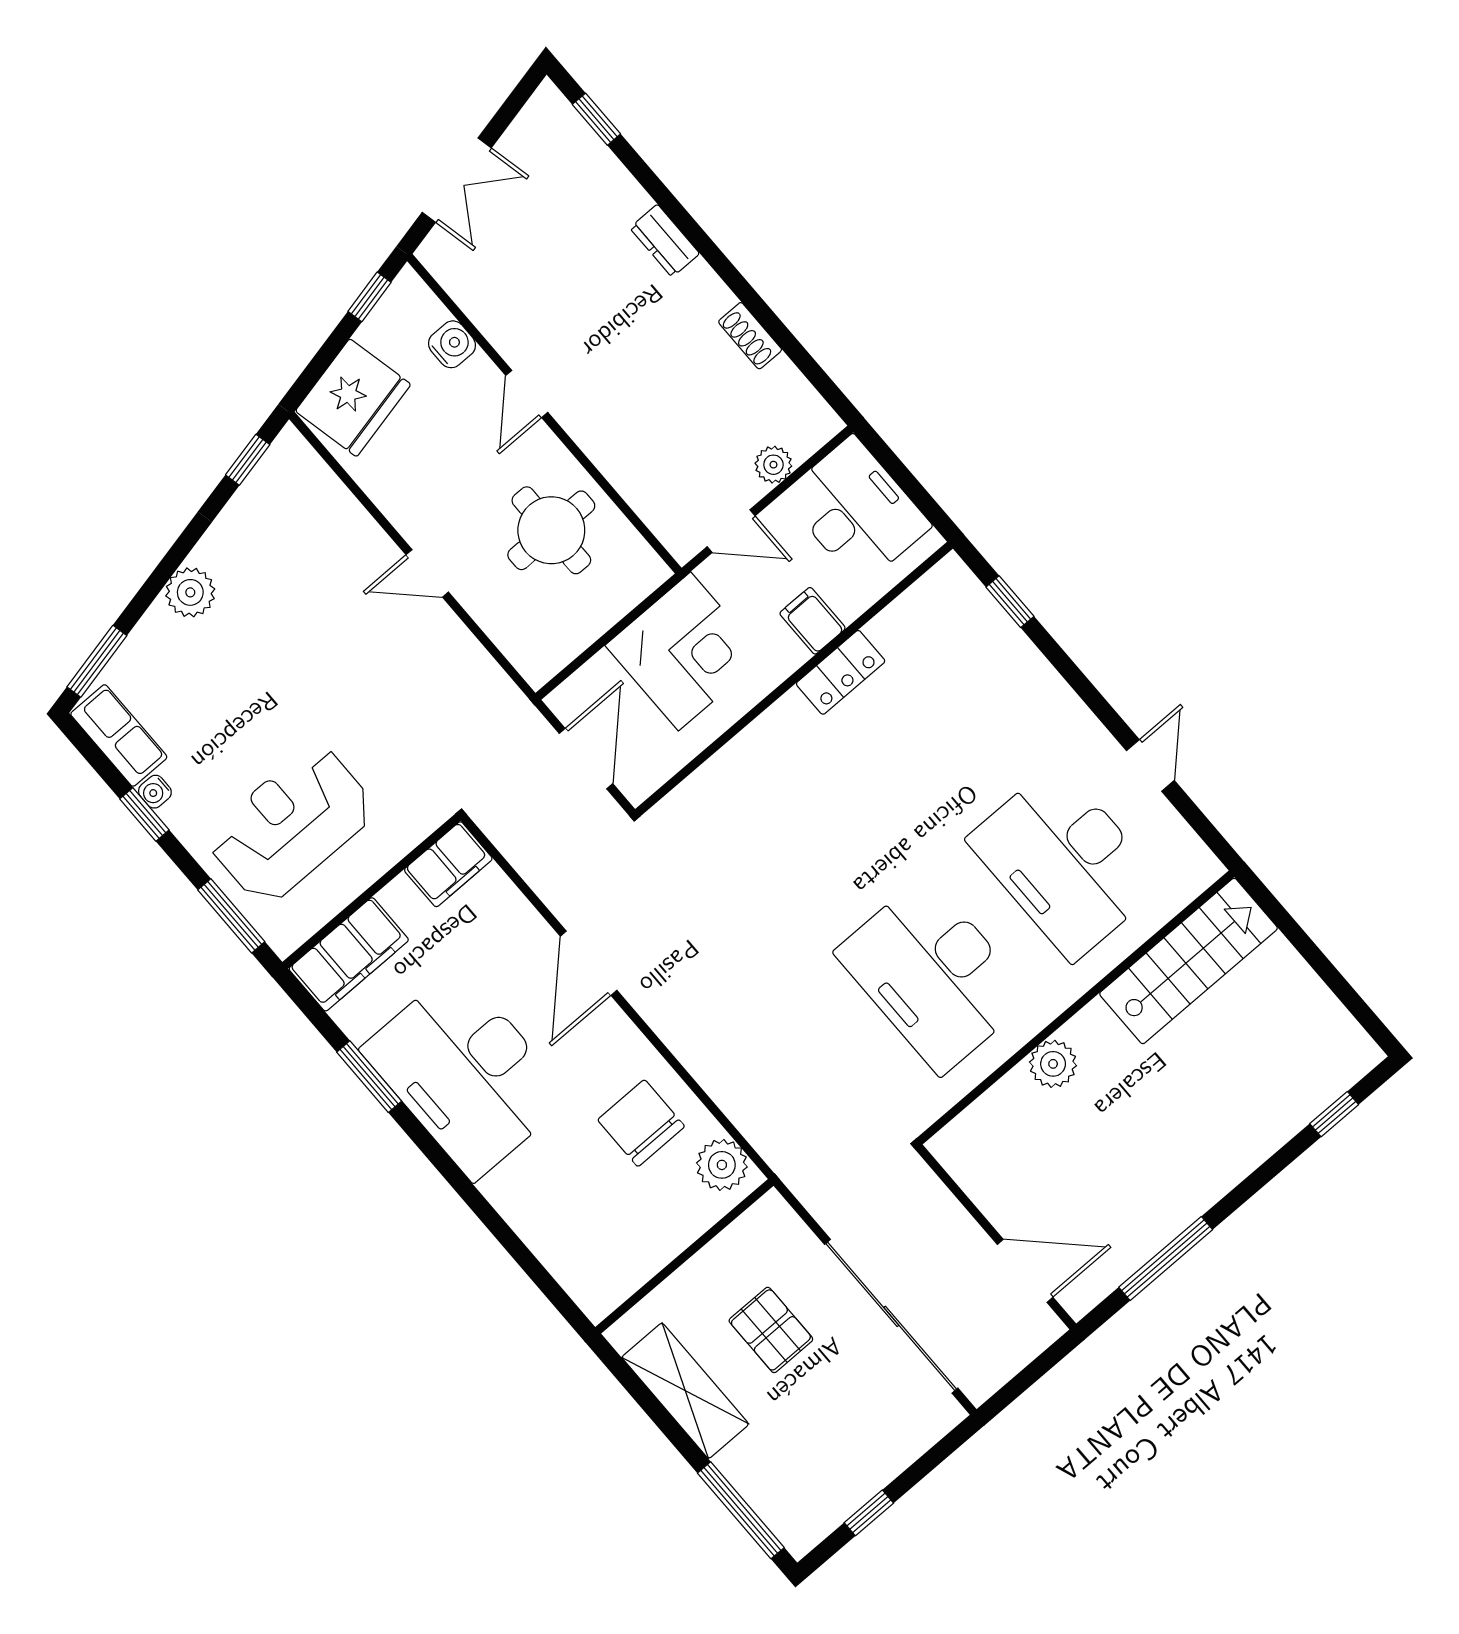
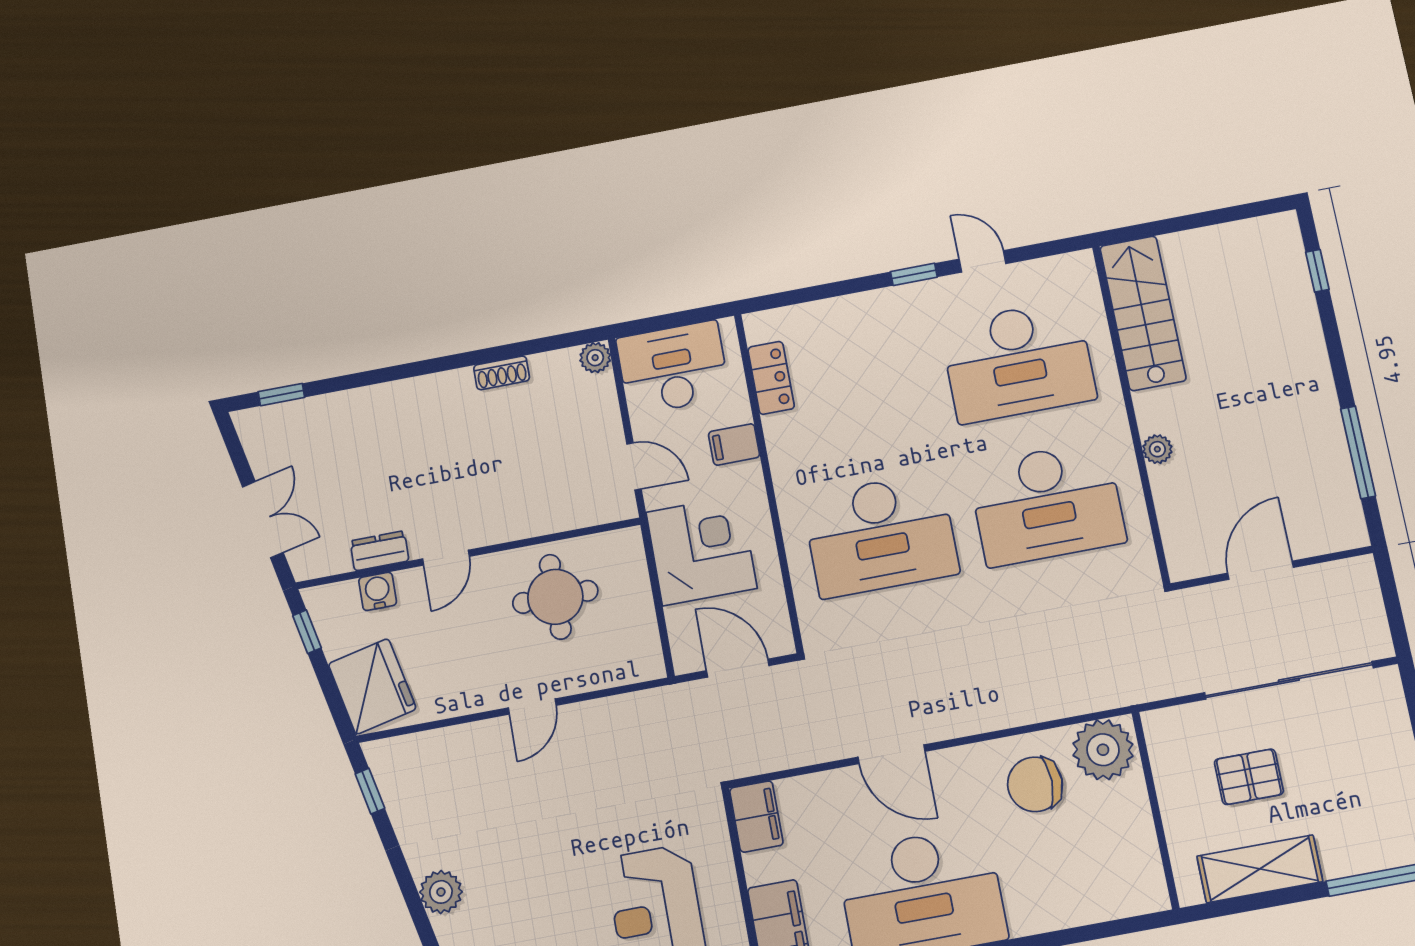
dresser: (665, 241) -> (379, 551), moved, turned 180
door: (527, 394) -> (446, 558), hinge flipped
plant: (773, 465) -> (595, 358), moved
door: (731, 531) -> (634, 466), hinge flipped
window: (1010, 602) -> (914, 274), moved
locker: (841, 672) -> (771, 378), moved
desk: (805, 824) -> (880, 535), added
plant: (1053, 1064) -> (1157, 449), width x0.73, depth x0.73
plant: (722, 1165) -> (1103, 750), width x1.36, depth x1.36
door: (1025, 1271) -> (1261, 570), moved

